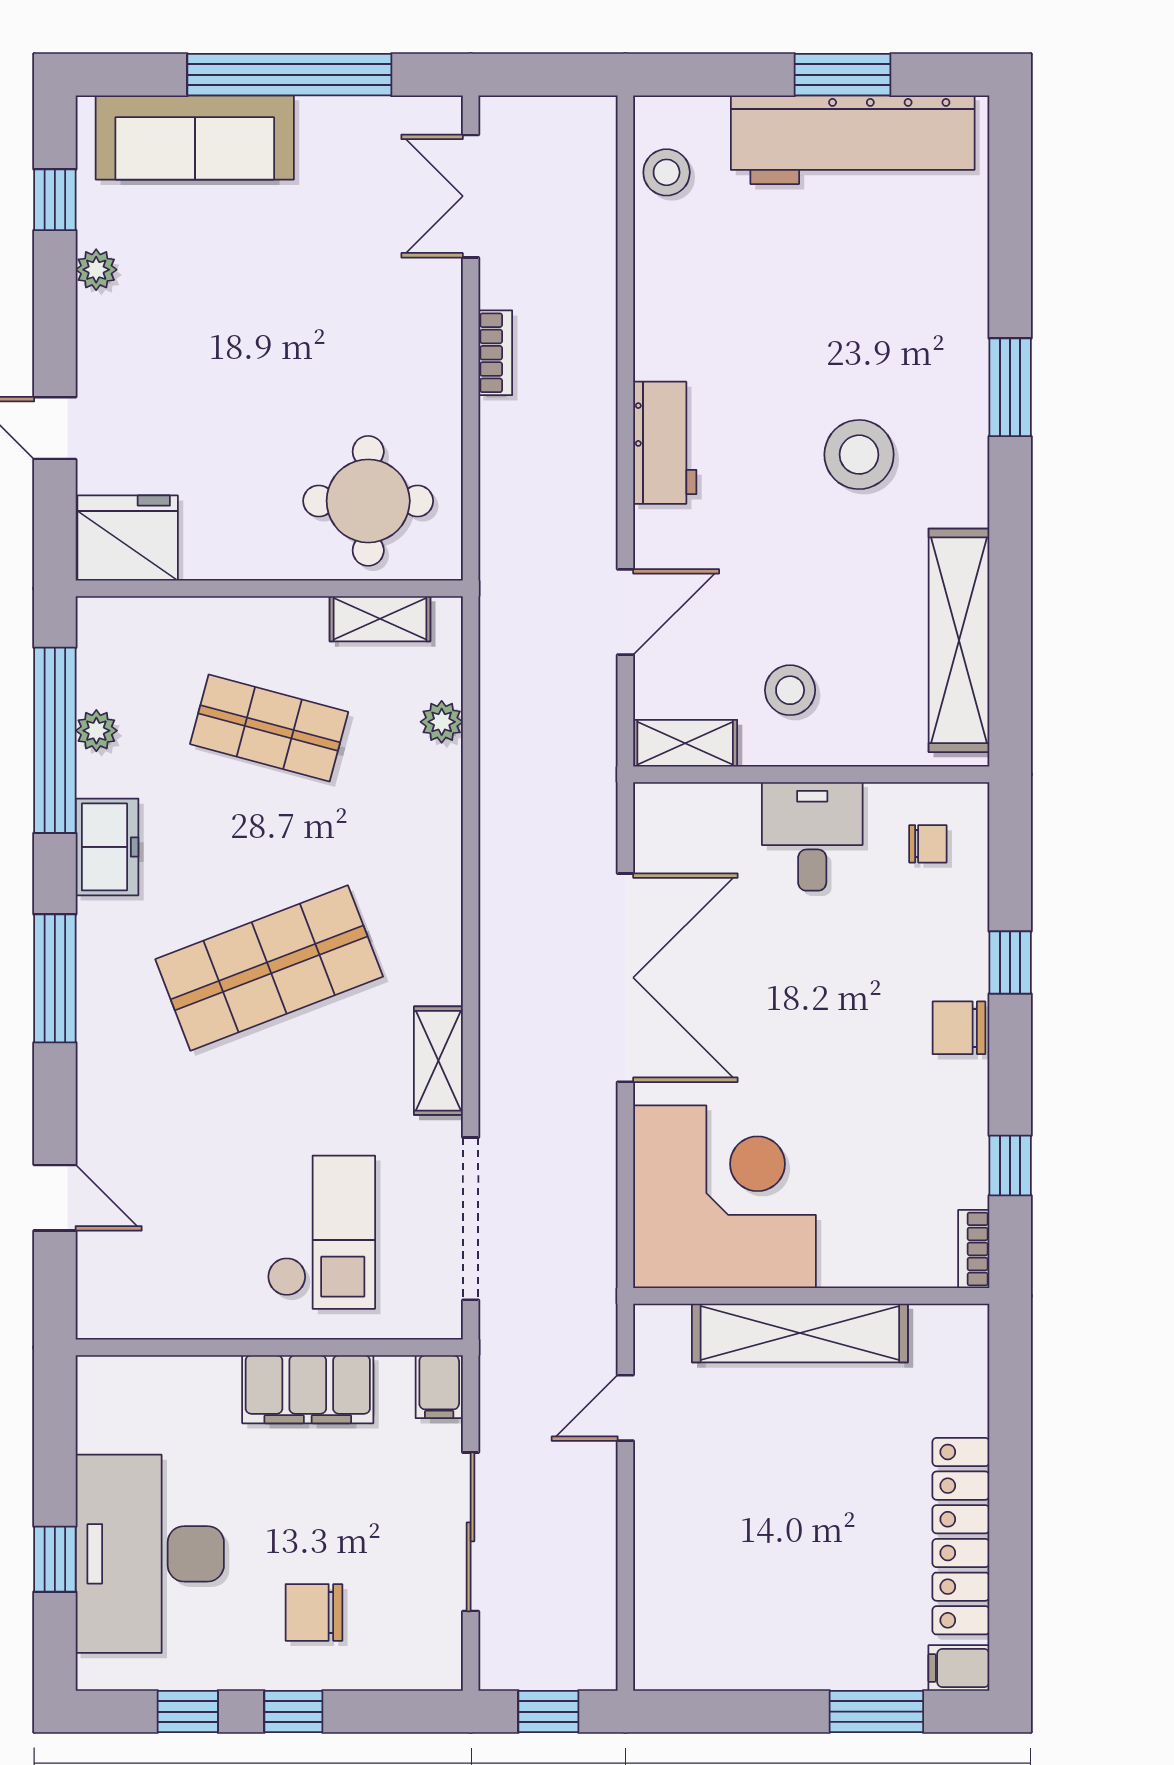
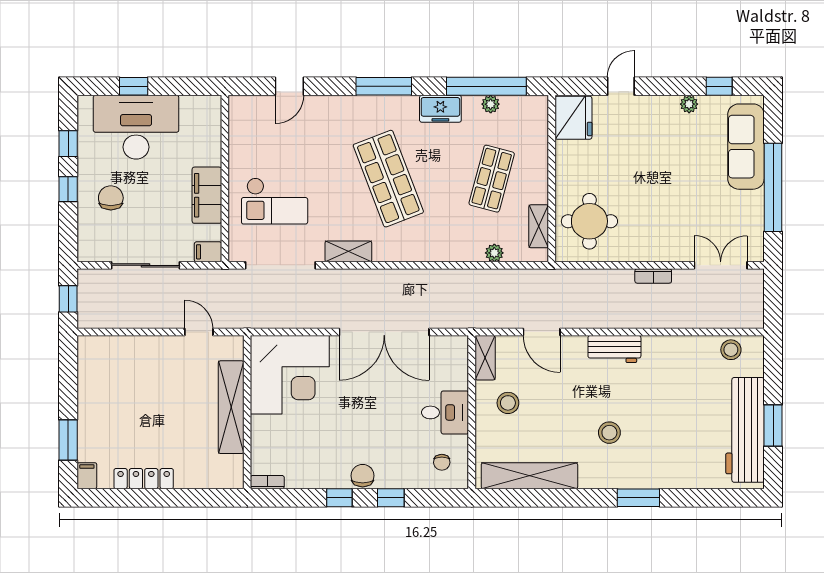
stool: (859, 455) -> (609, 433), width x0.73, depth x0.73
window: (1010, 1166) -> (339, 498), moved
locker: (961, 1536) -> (144, 479), width x0.71, depth x0.83

